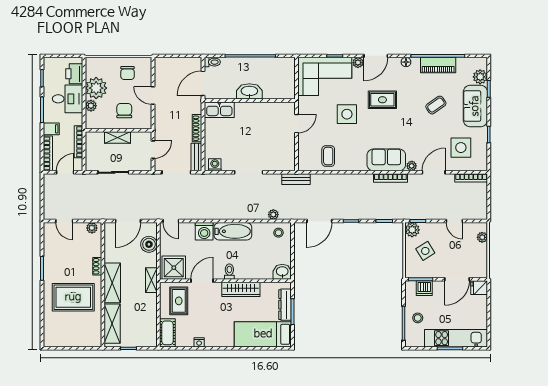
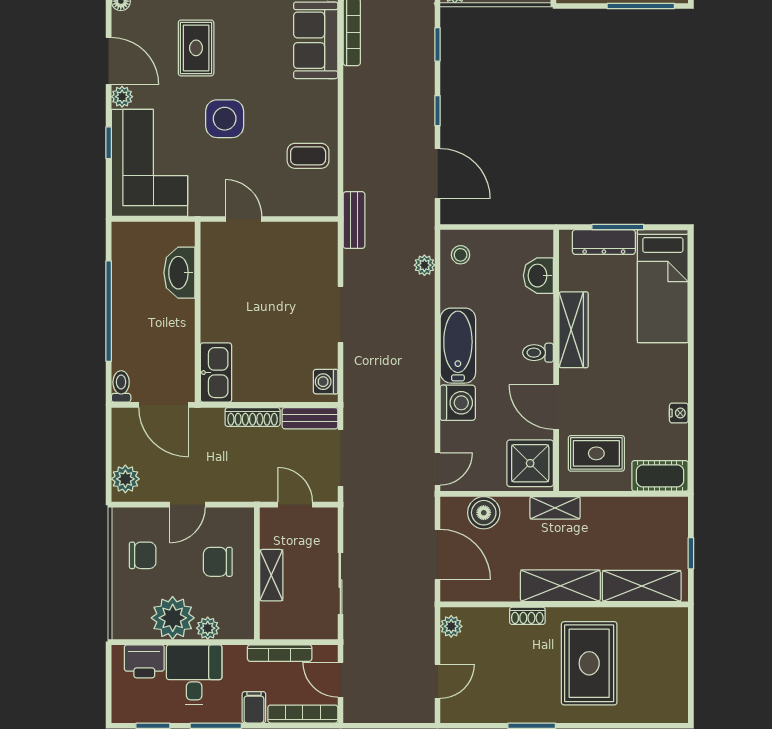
plant: (166, 64) -> (125, 479), added
washbasin: (249, 91) -> (179, 273), moved
washbasin: (282, 272) -> (538, 276), moved

